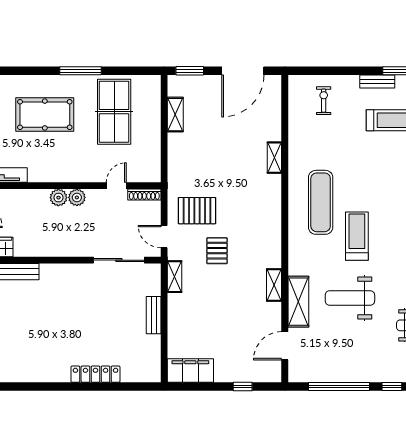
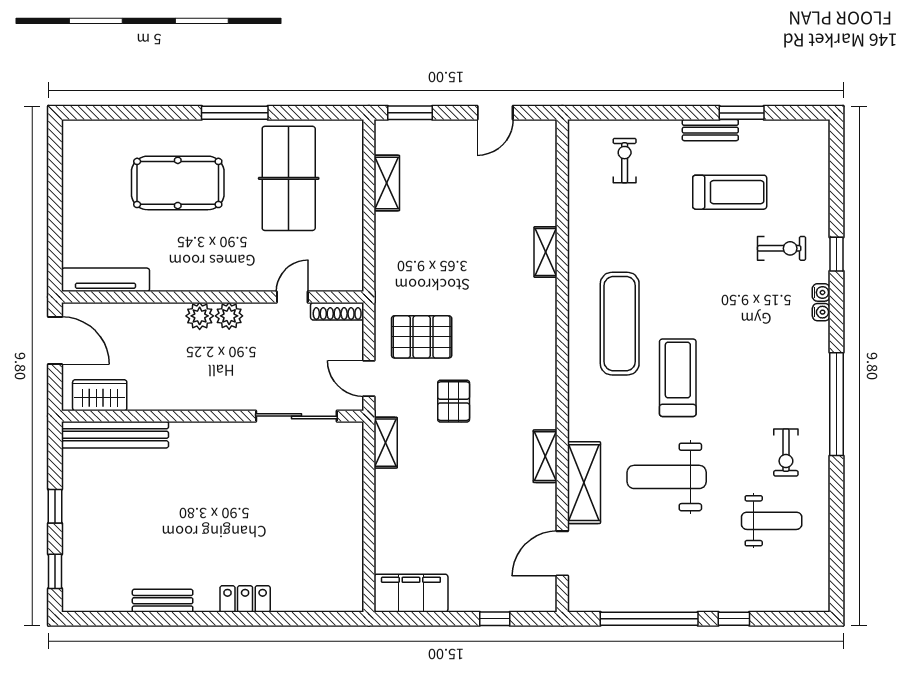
door: (243, 71) -> (495, 113), width x0.53
bench: (154, 315) -> (163, 601), moved, turned 90
locker: (95, 374) -> (245, 599), width x0.66

